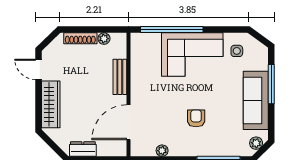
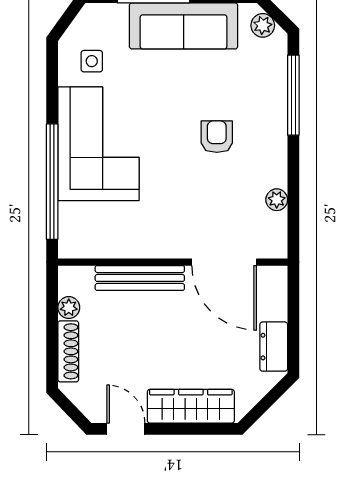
door: (39, 69) -> (126, 429), swing flipped
bench: (120, 77) -> (140, 278), width x1.36
armchair: (196, 118) -> (217, 137), turned 90

